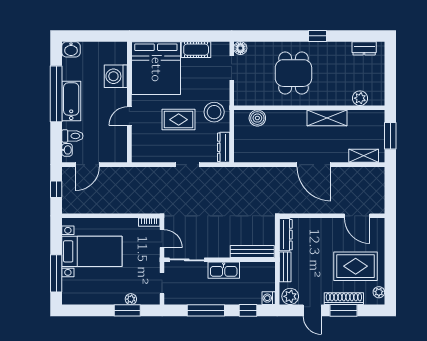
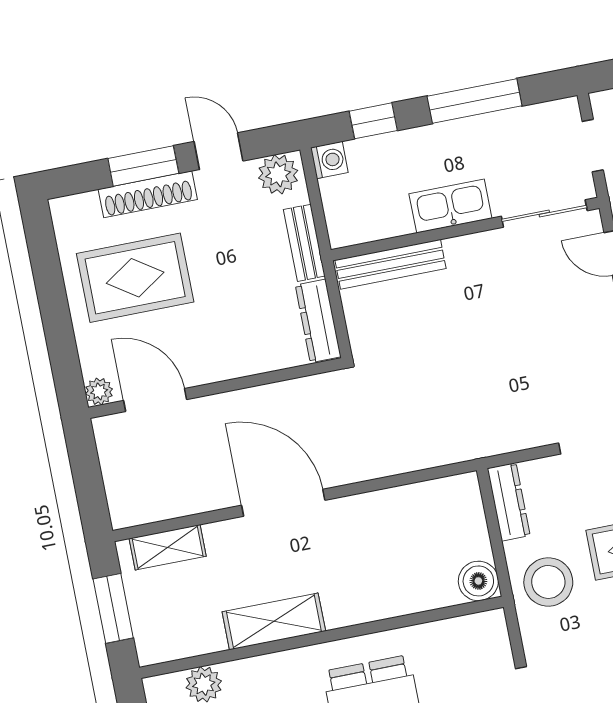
boiler: (257, 118) -> (478, 581), moved
plant: (379, 292) -> (99, 391), moved

